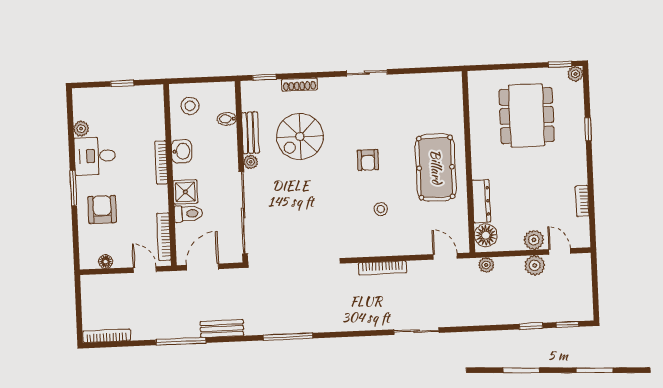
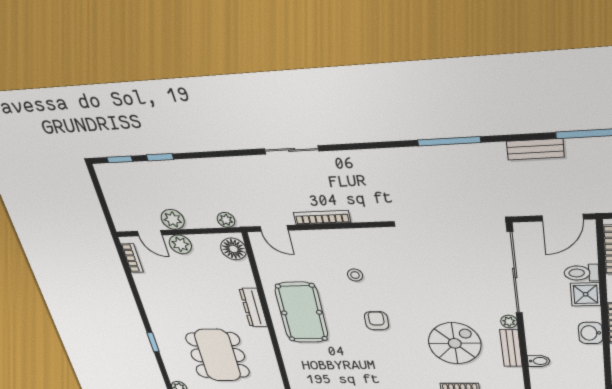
stool: (190, 106) -> (581, 374), removed
dresser: (481, 201) -> (253, 307), moved
bookcase: (582, 201) -> (132, 258), moved
bookcase: (382, 268) -> (322, 218), moved

